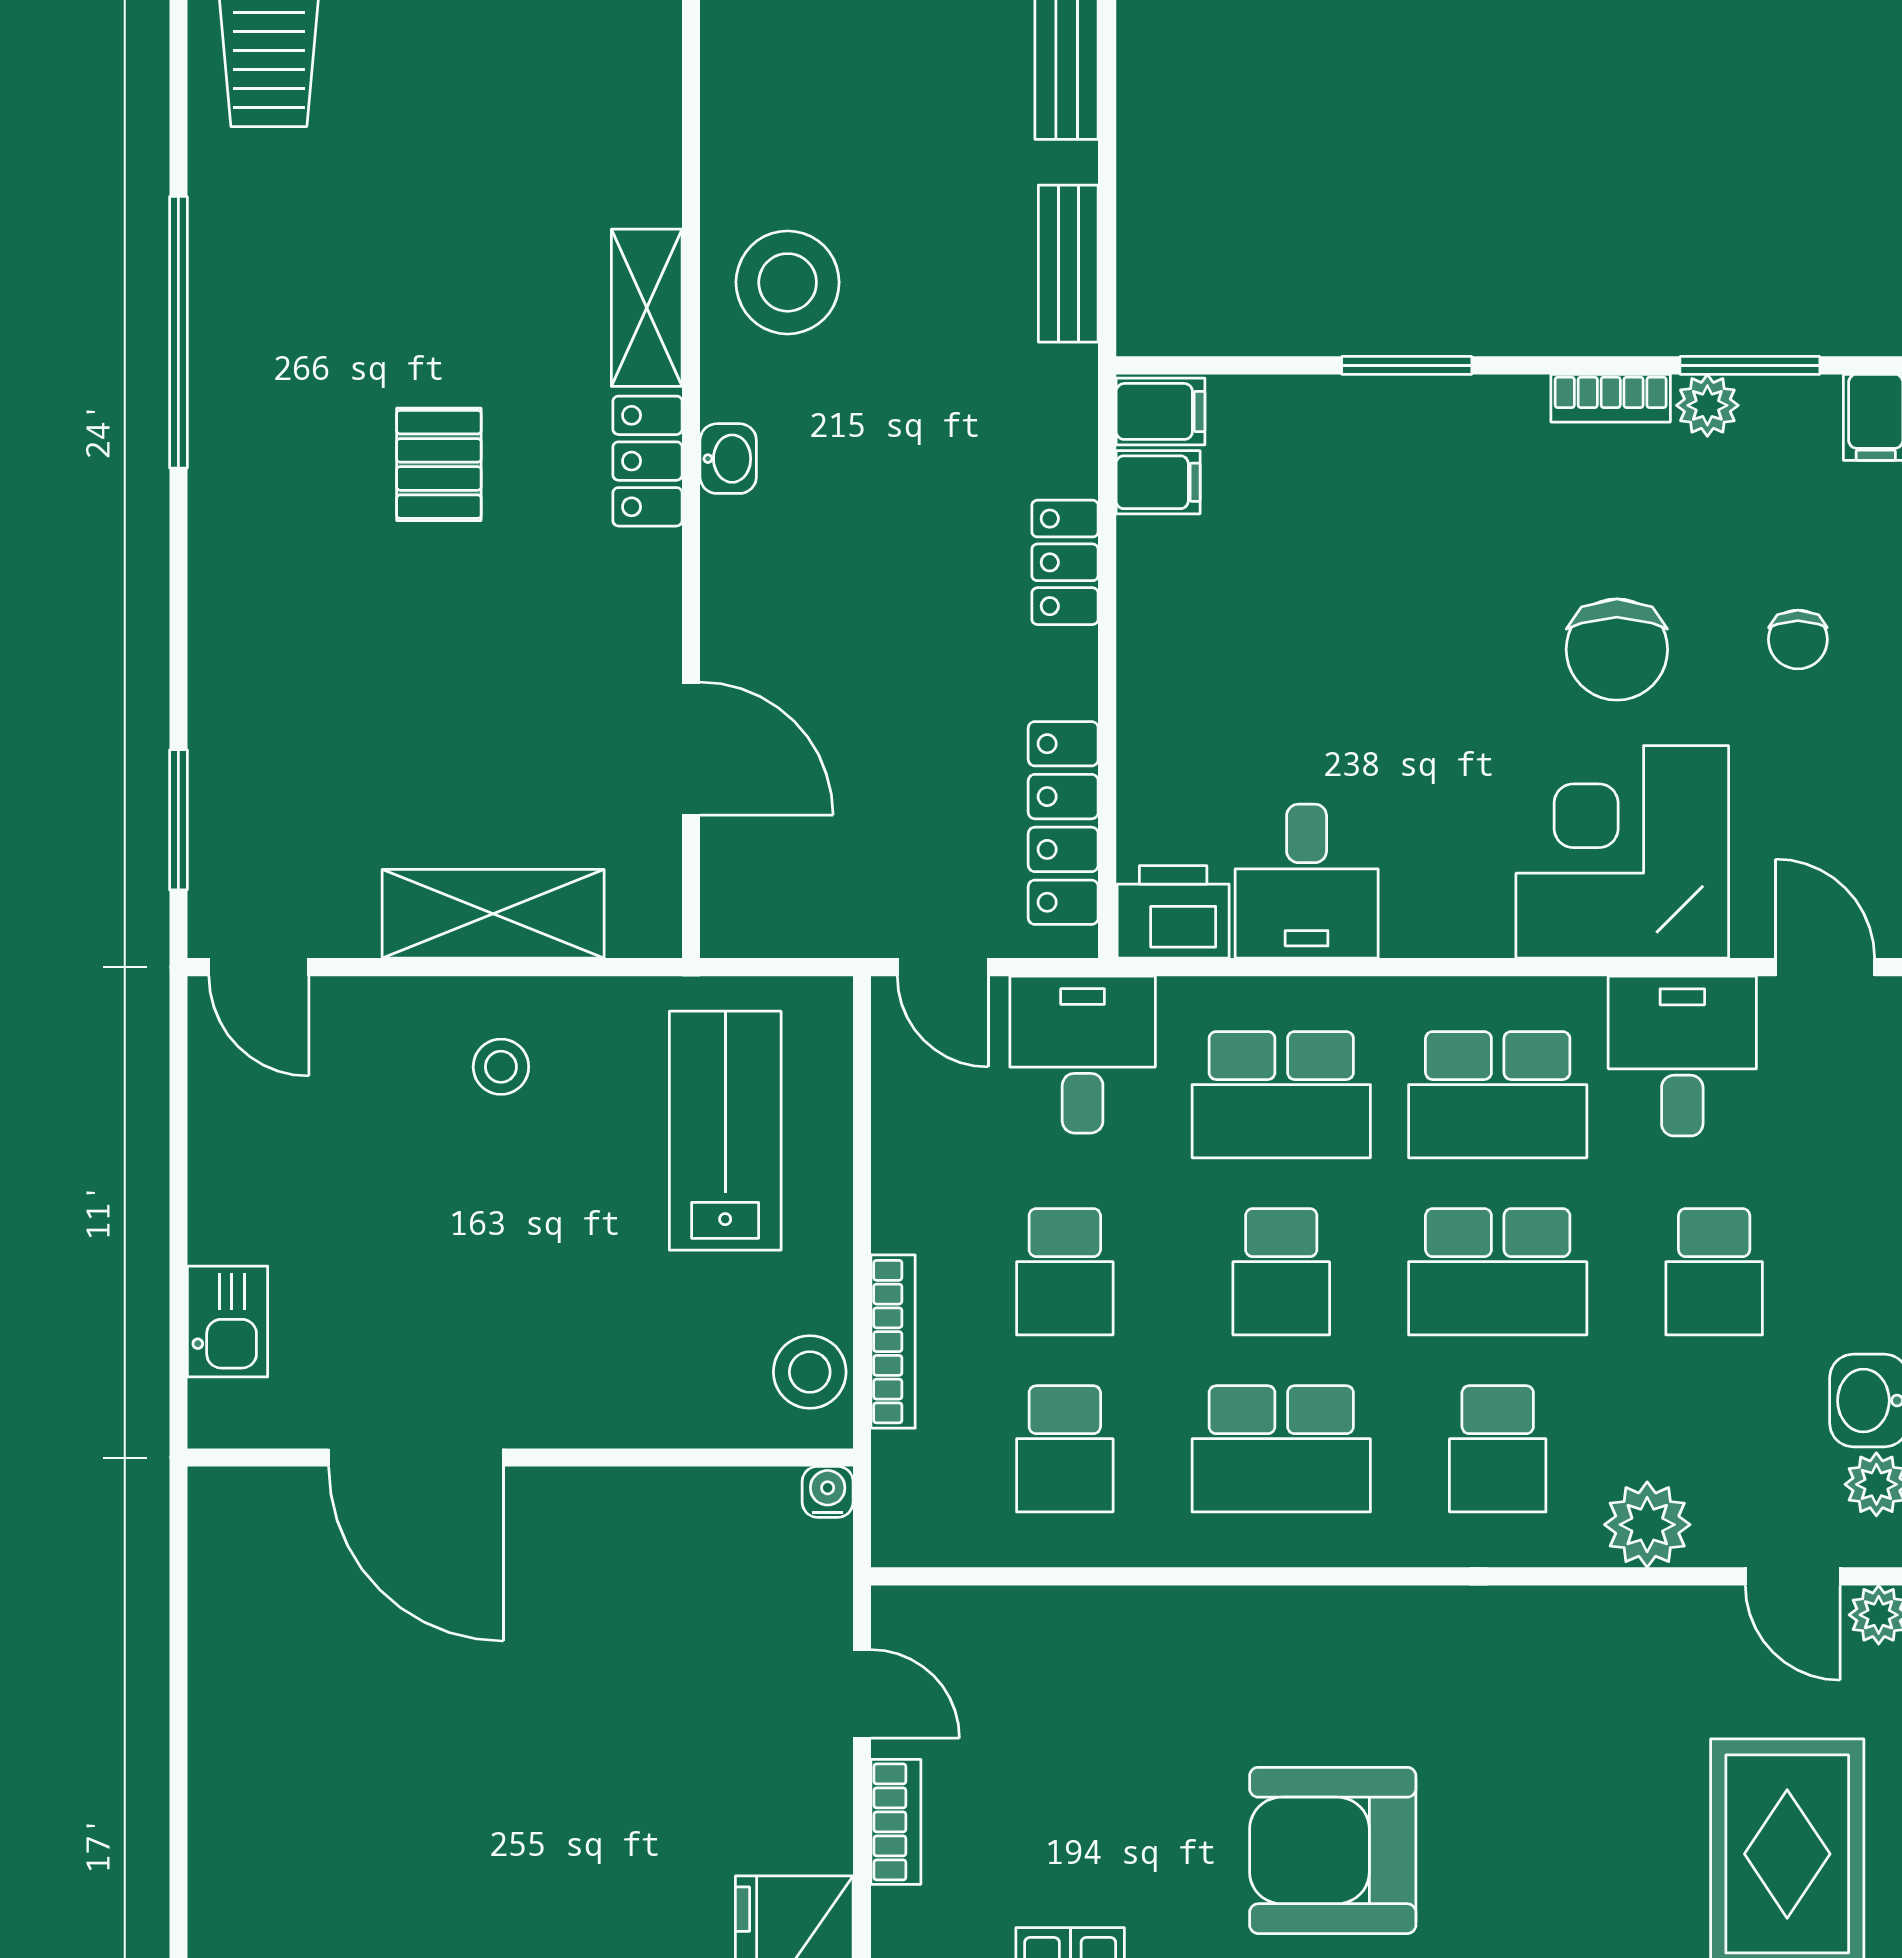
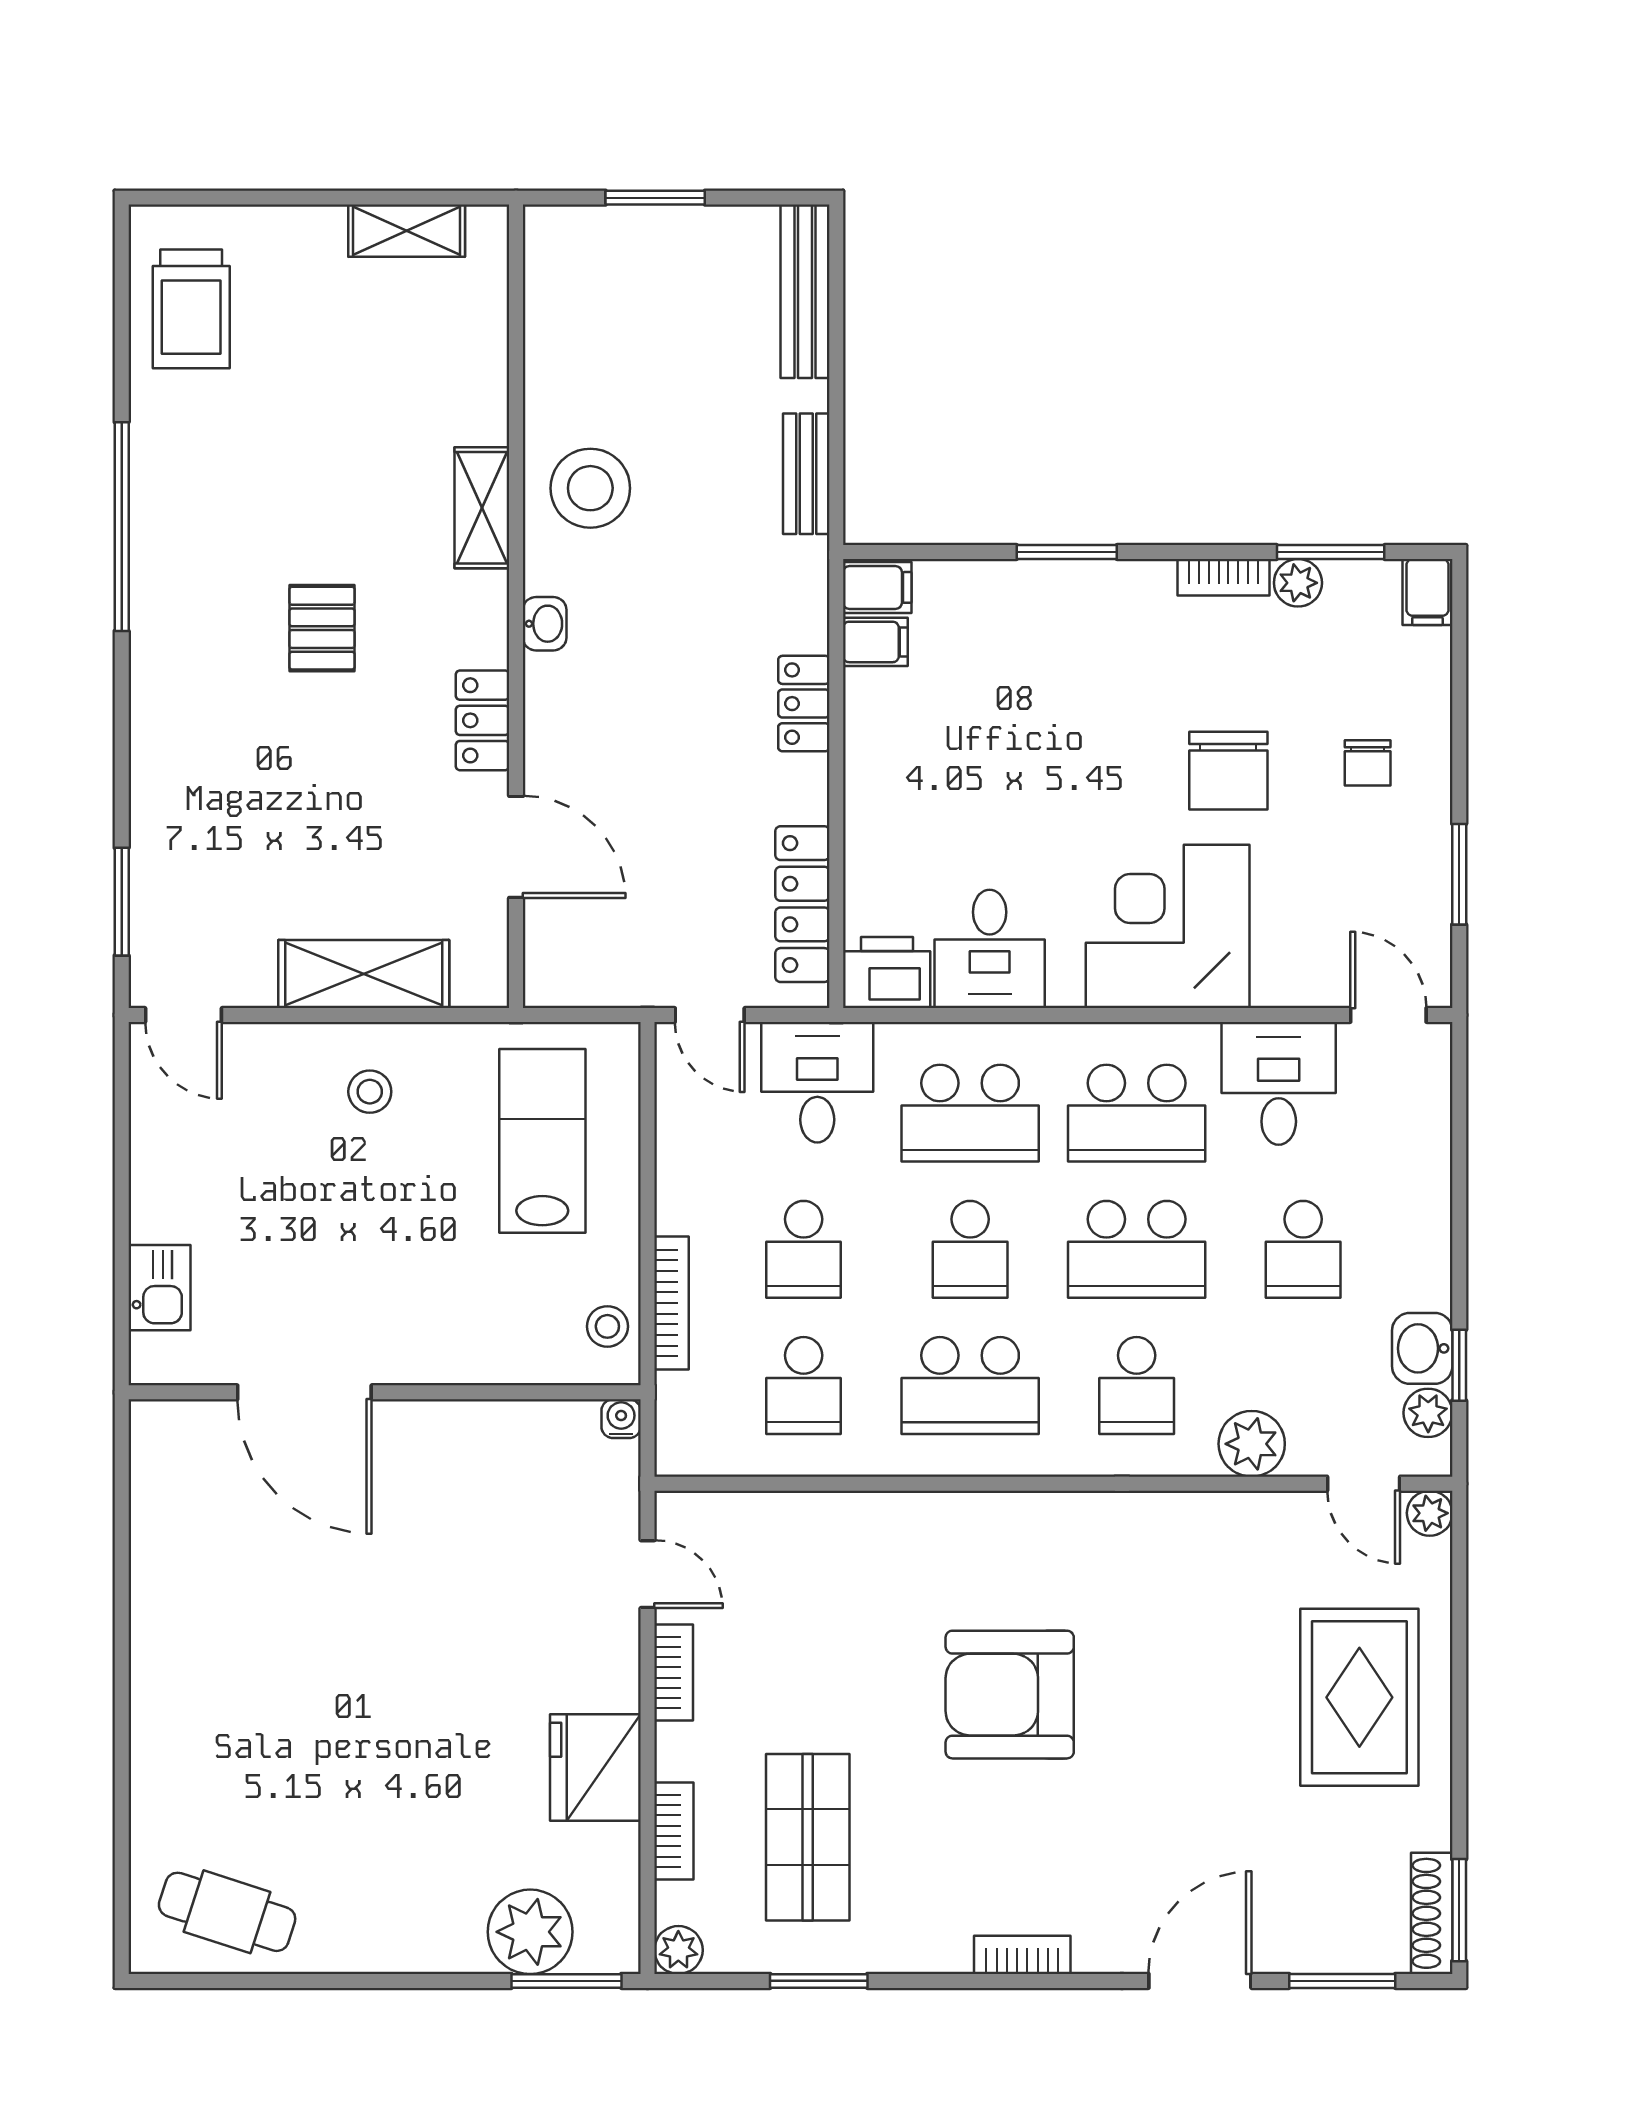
locker: (647, 461) -> (483, 720), moved
corner desk: (1622, 852) -> (1168, 926), moved
stool: (810, 1372) -> (607, 1326), width x0.73, depth x0.73

